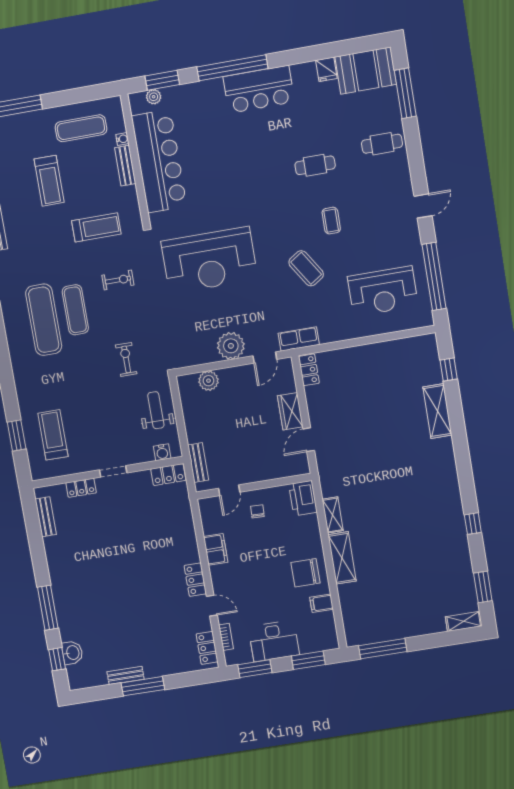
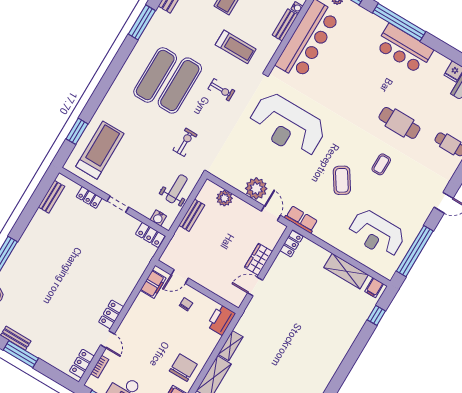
cafe table: (315, 165) -> (399, 123), width x1.37, depth x1.35
exercise mat: (75, 310) -> (180, 86), width x1.36, depth x1.45
filing cabinet: (424, 345) -> (374, 288), added
door: (265, 358) -> (271, 213), swing flipped
shelving: (437, 411) -> (346, 271), moved, turned 90
treadmill: (53, 435) -> (100, 150), width x1.37, depth x1.38
bench: (198, 463) -> (192, 215), moved
filing cabinet: (216, 549) -> (153, 284), moved
chair: (305, 573) -> (183, 368), turned 90

